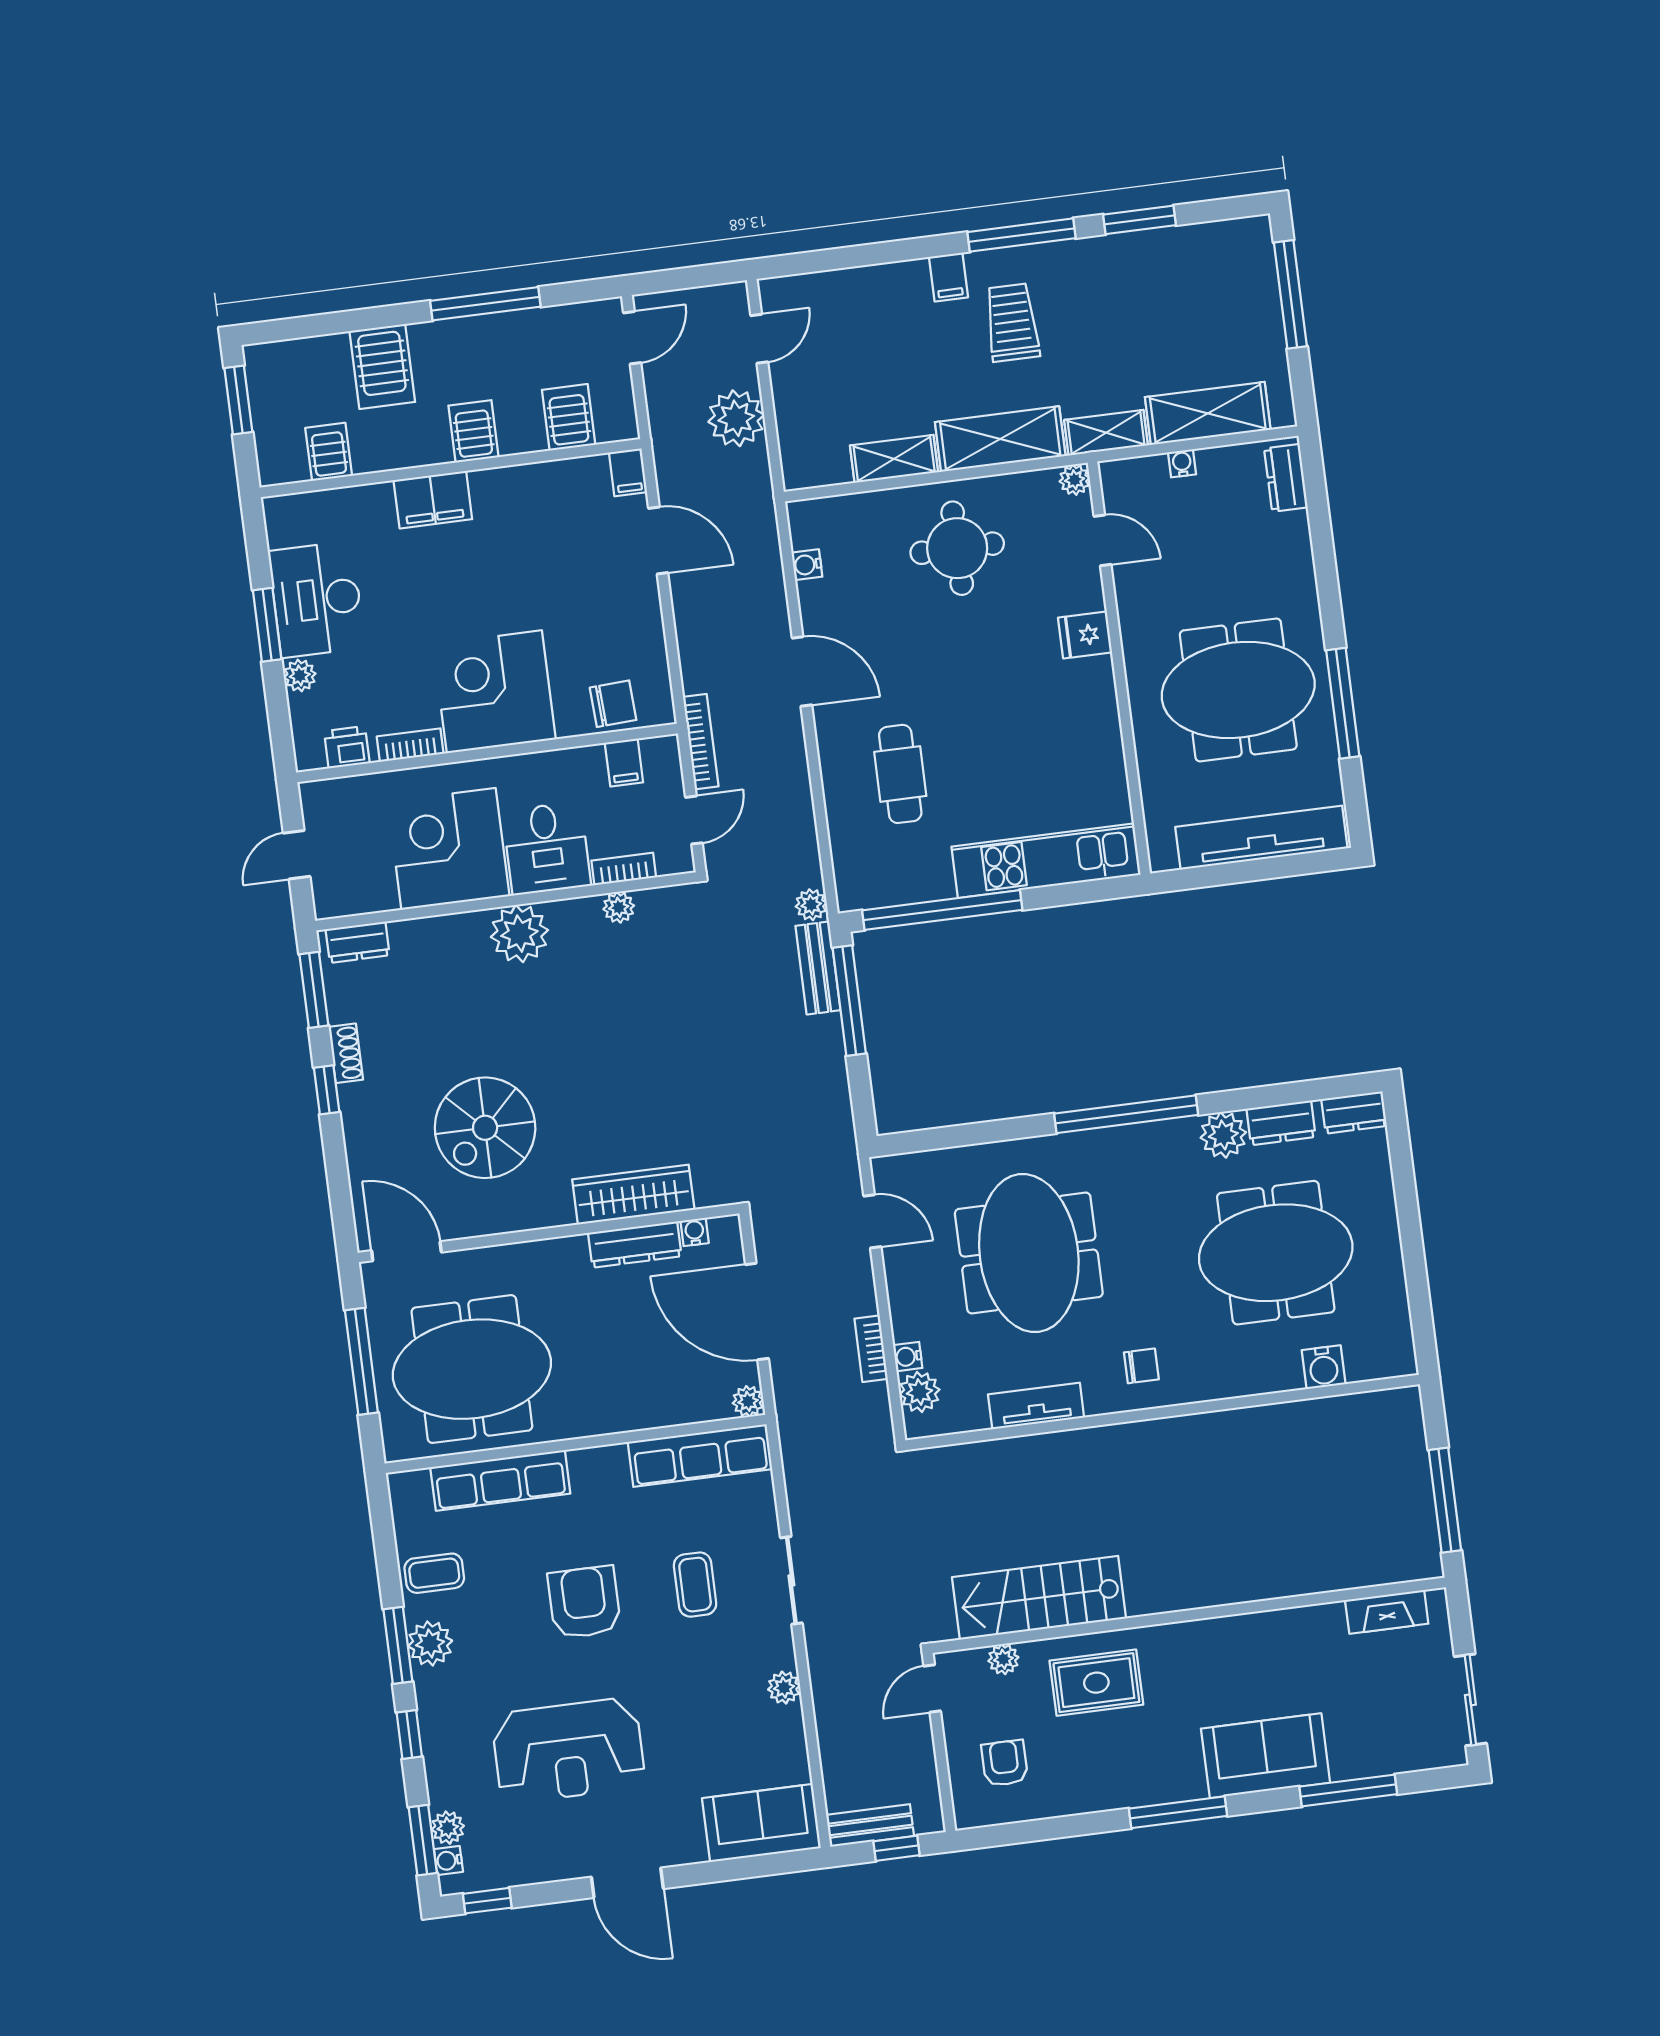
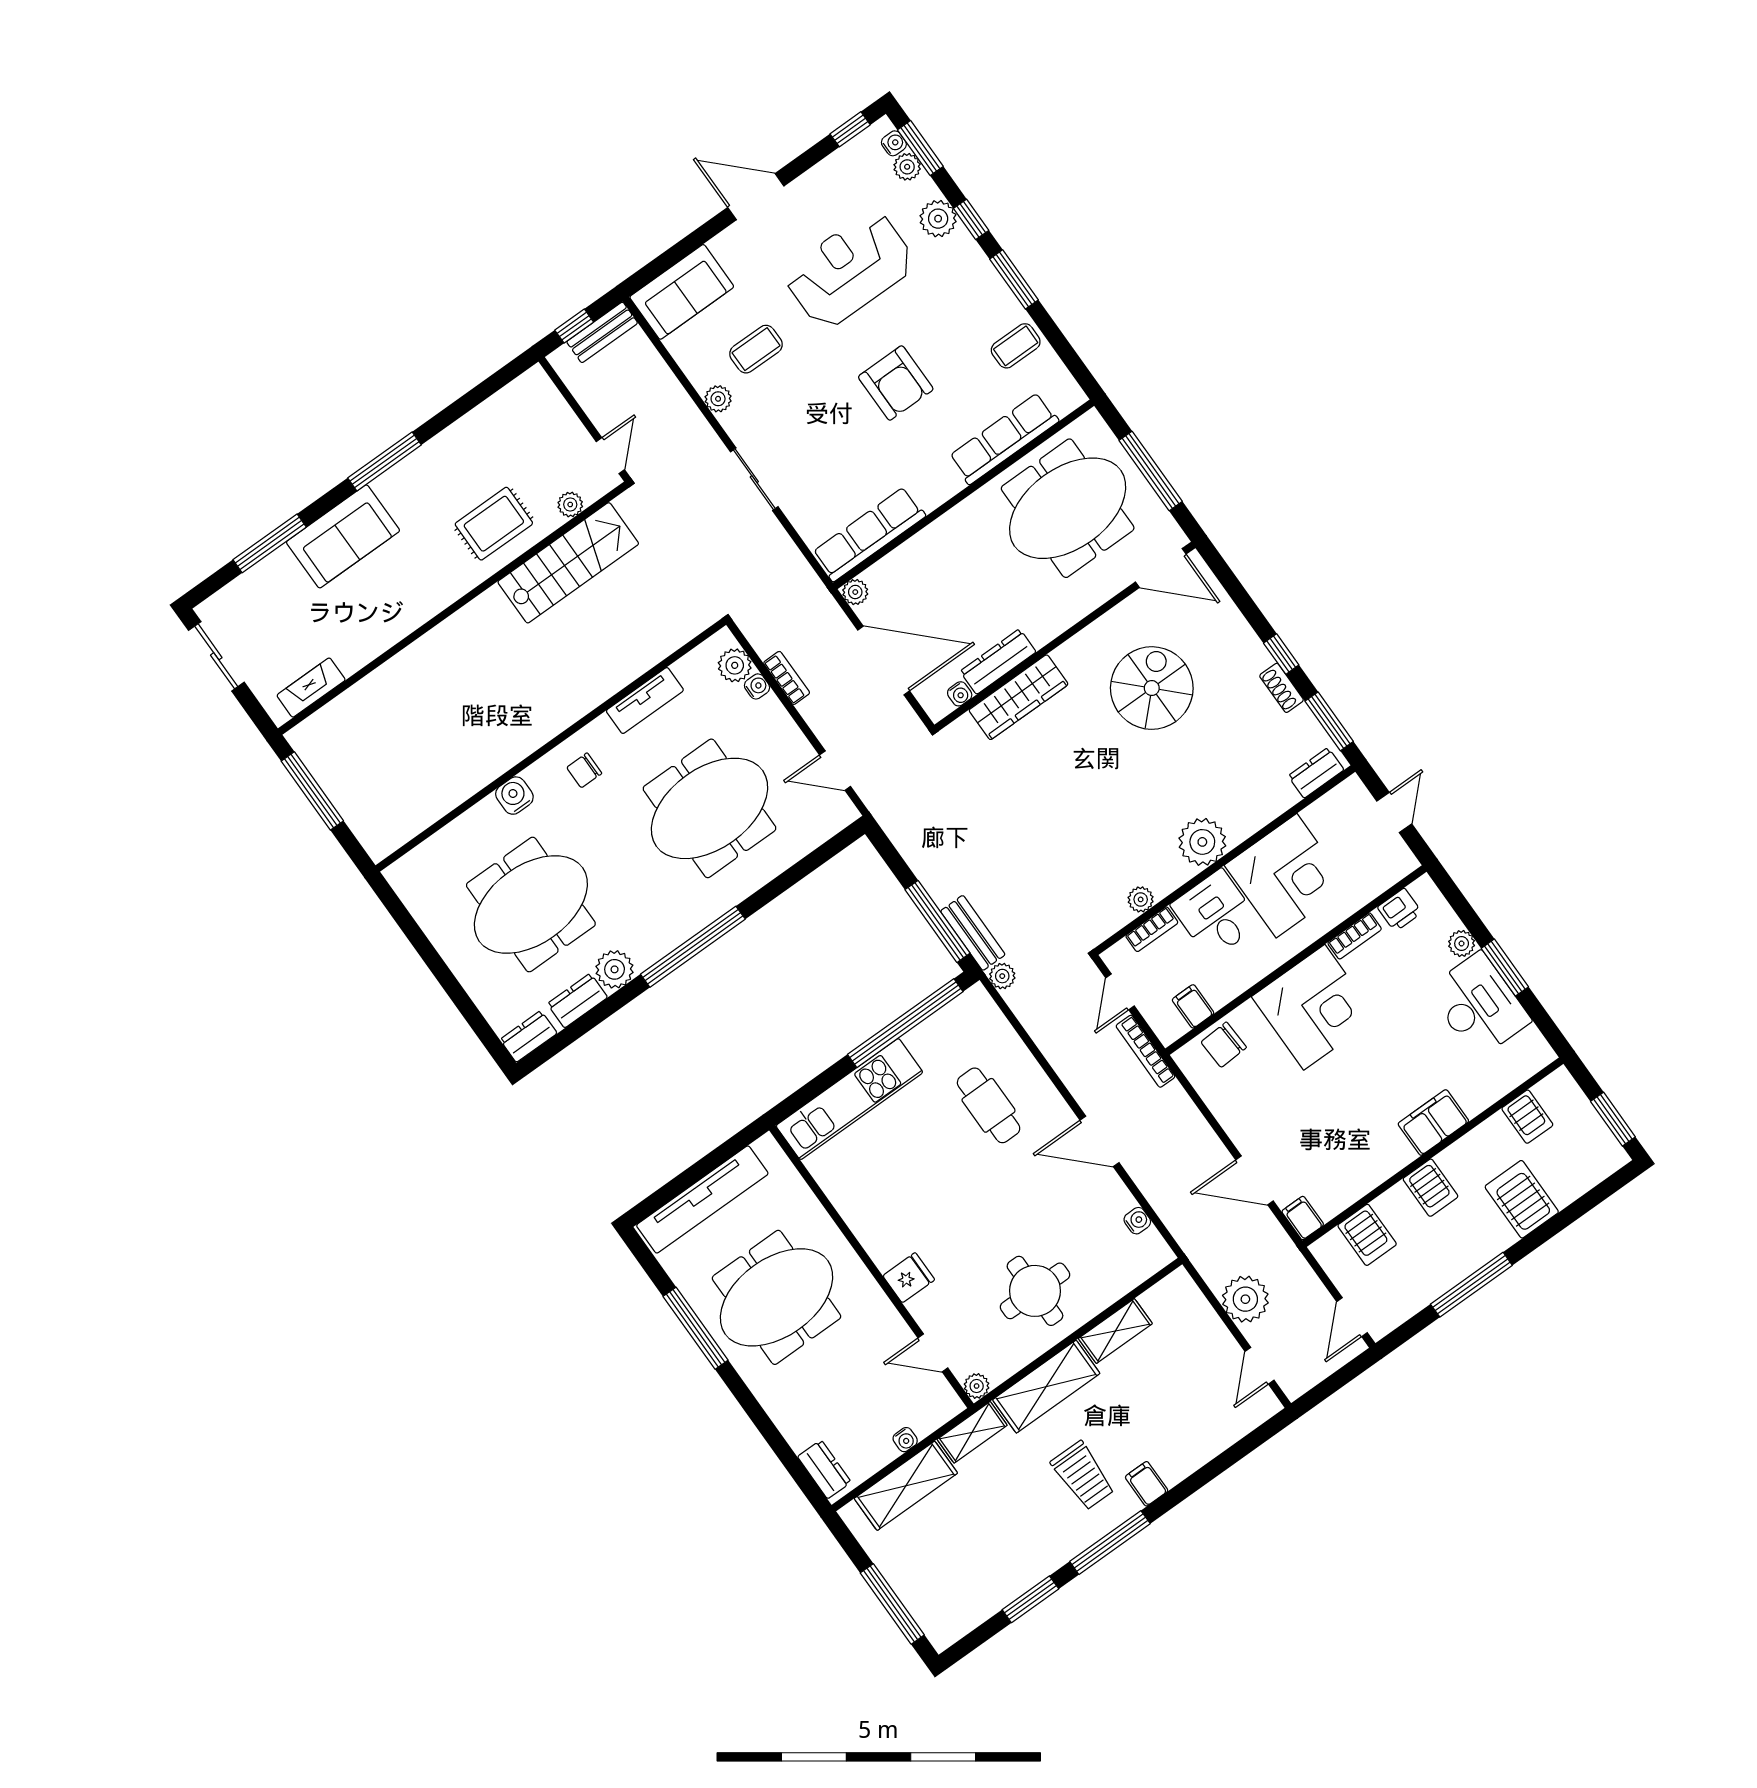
meeting table: (1029, 1253) -> (710, 808), turned 90
water cooler: (1324, 1367) -> (514, 796), moved
coffee table: (695, 1585) -> (756, 349), moved, turned 90
plant: (430, 1643) -> (938, 219), moved
armchair: (1005, 1763) -> (529, 430), removed

